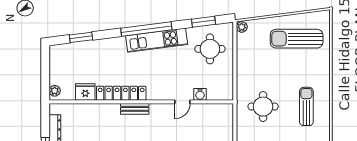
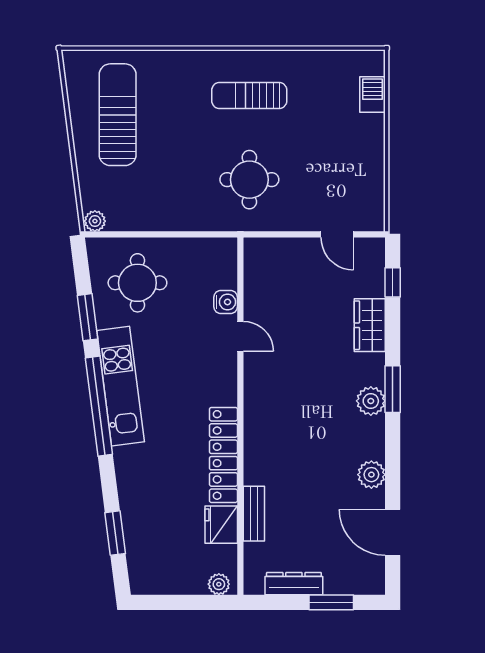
window: (203, 22) -> (88, 317), moved
sun lounger: (297, 39) -> (118, 115), turned 180
bench: (135, 109) -> (254, 514), moved

